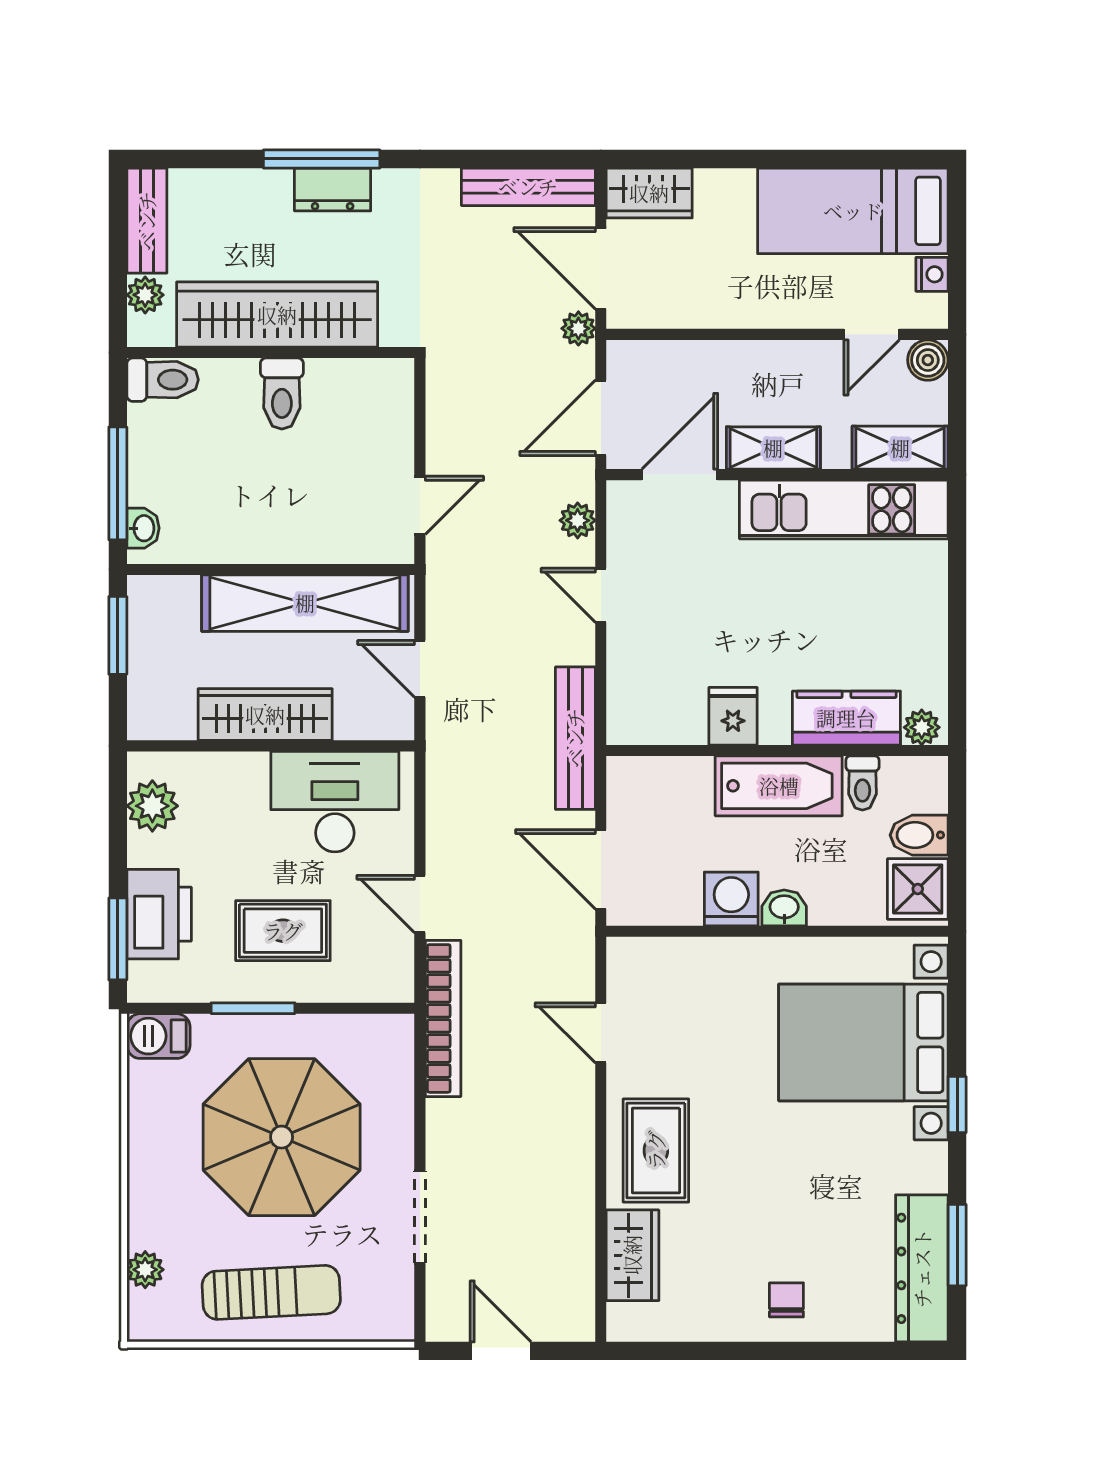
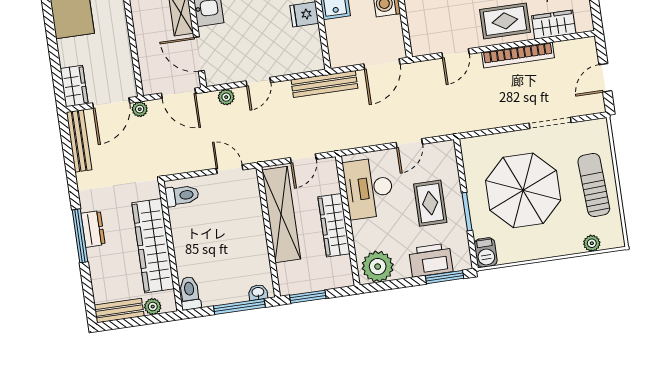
toilet: (282, 393) -> (182, 195), moved
plant: (152, 806) -> (378, 267), width x1.36, depth x1.36
bookcase: (443, 1018) -> (518, 55), moved, turned 180

